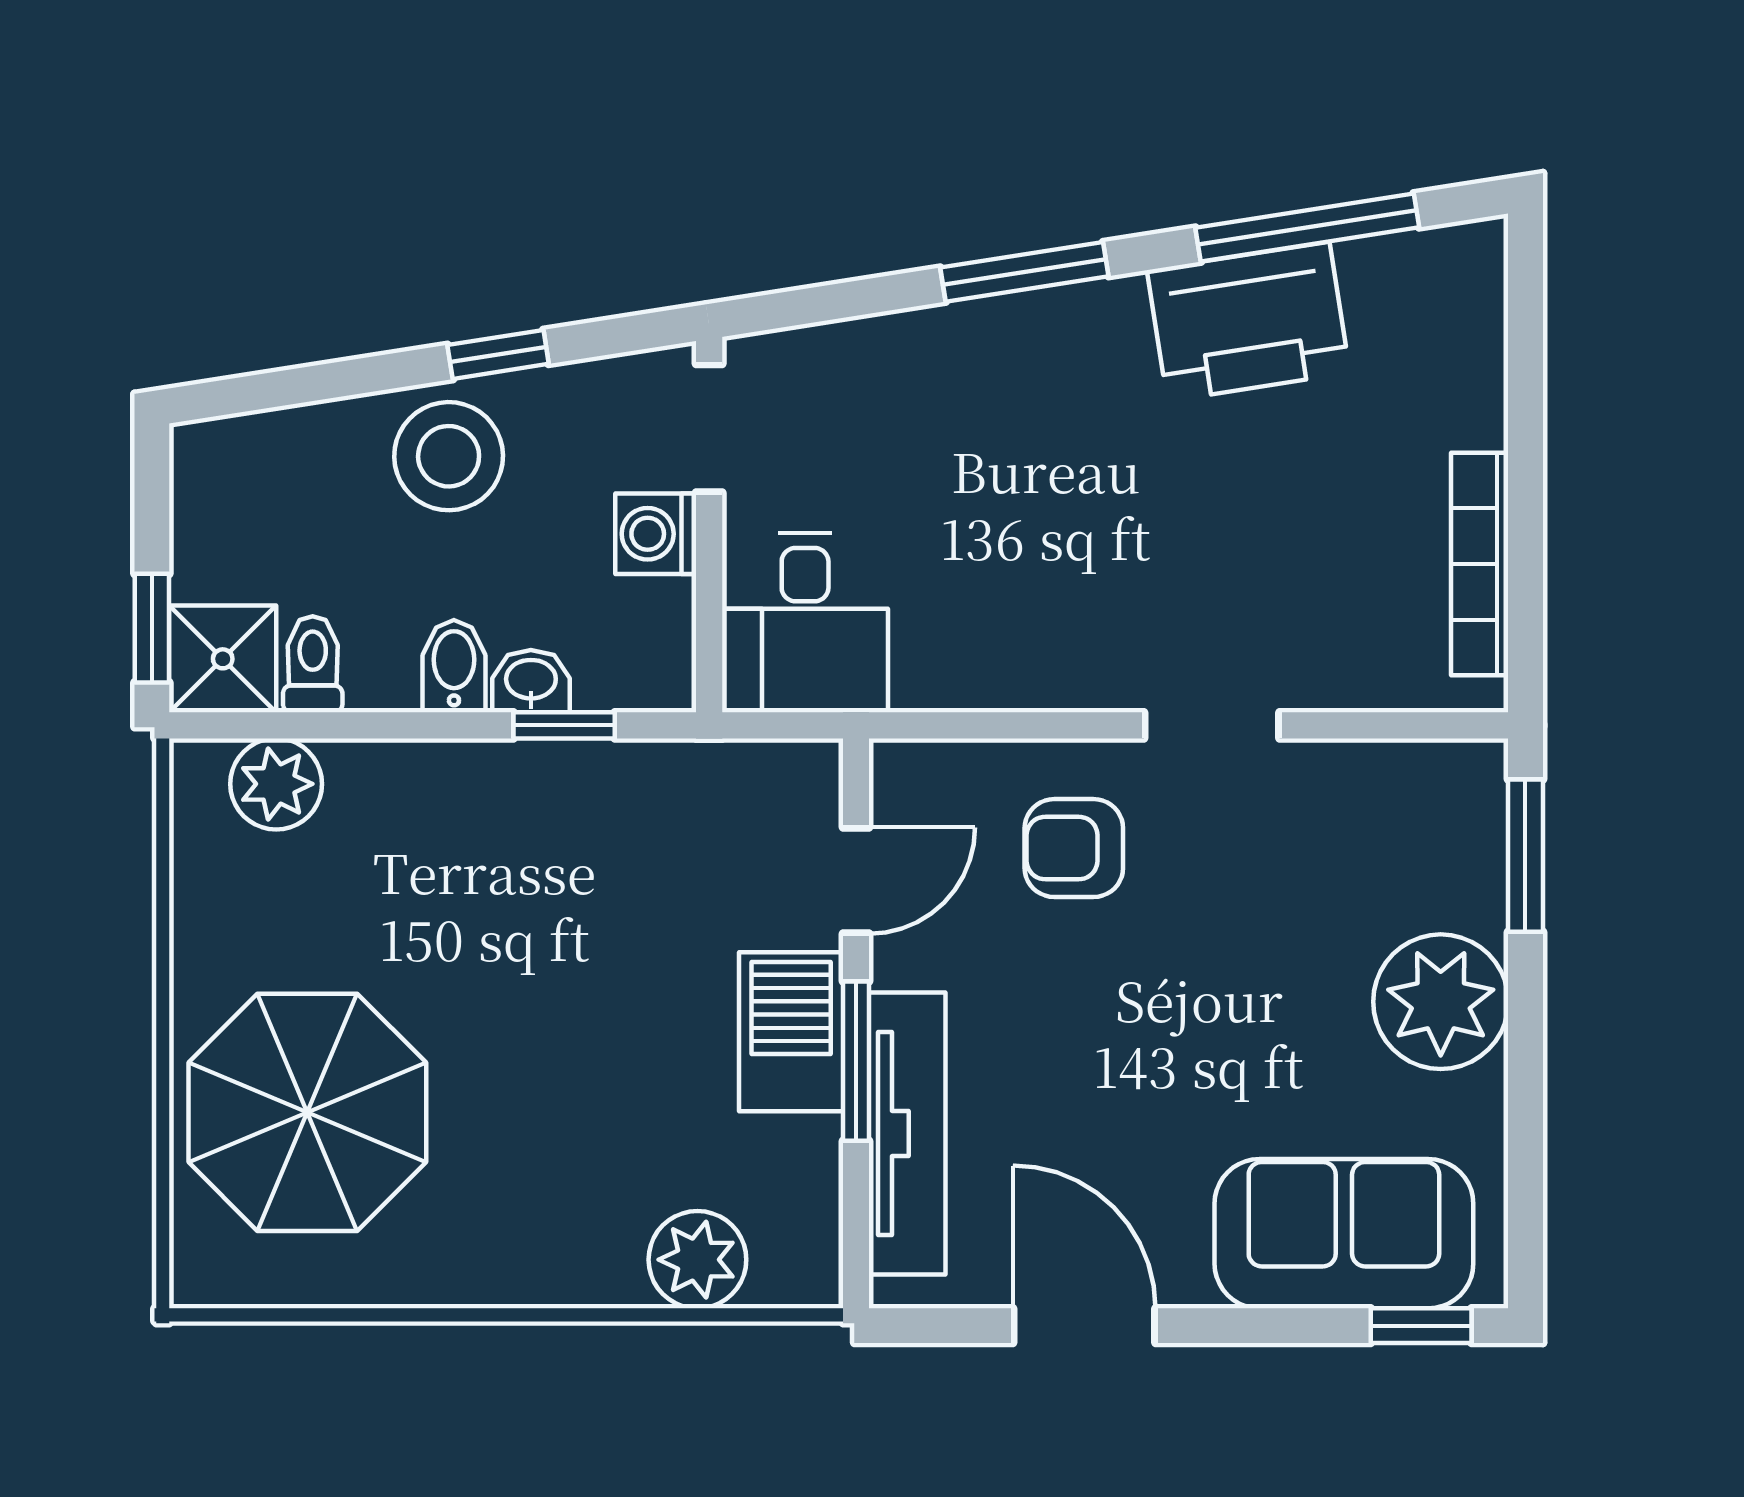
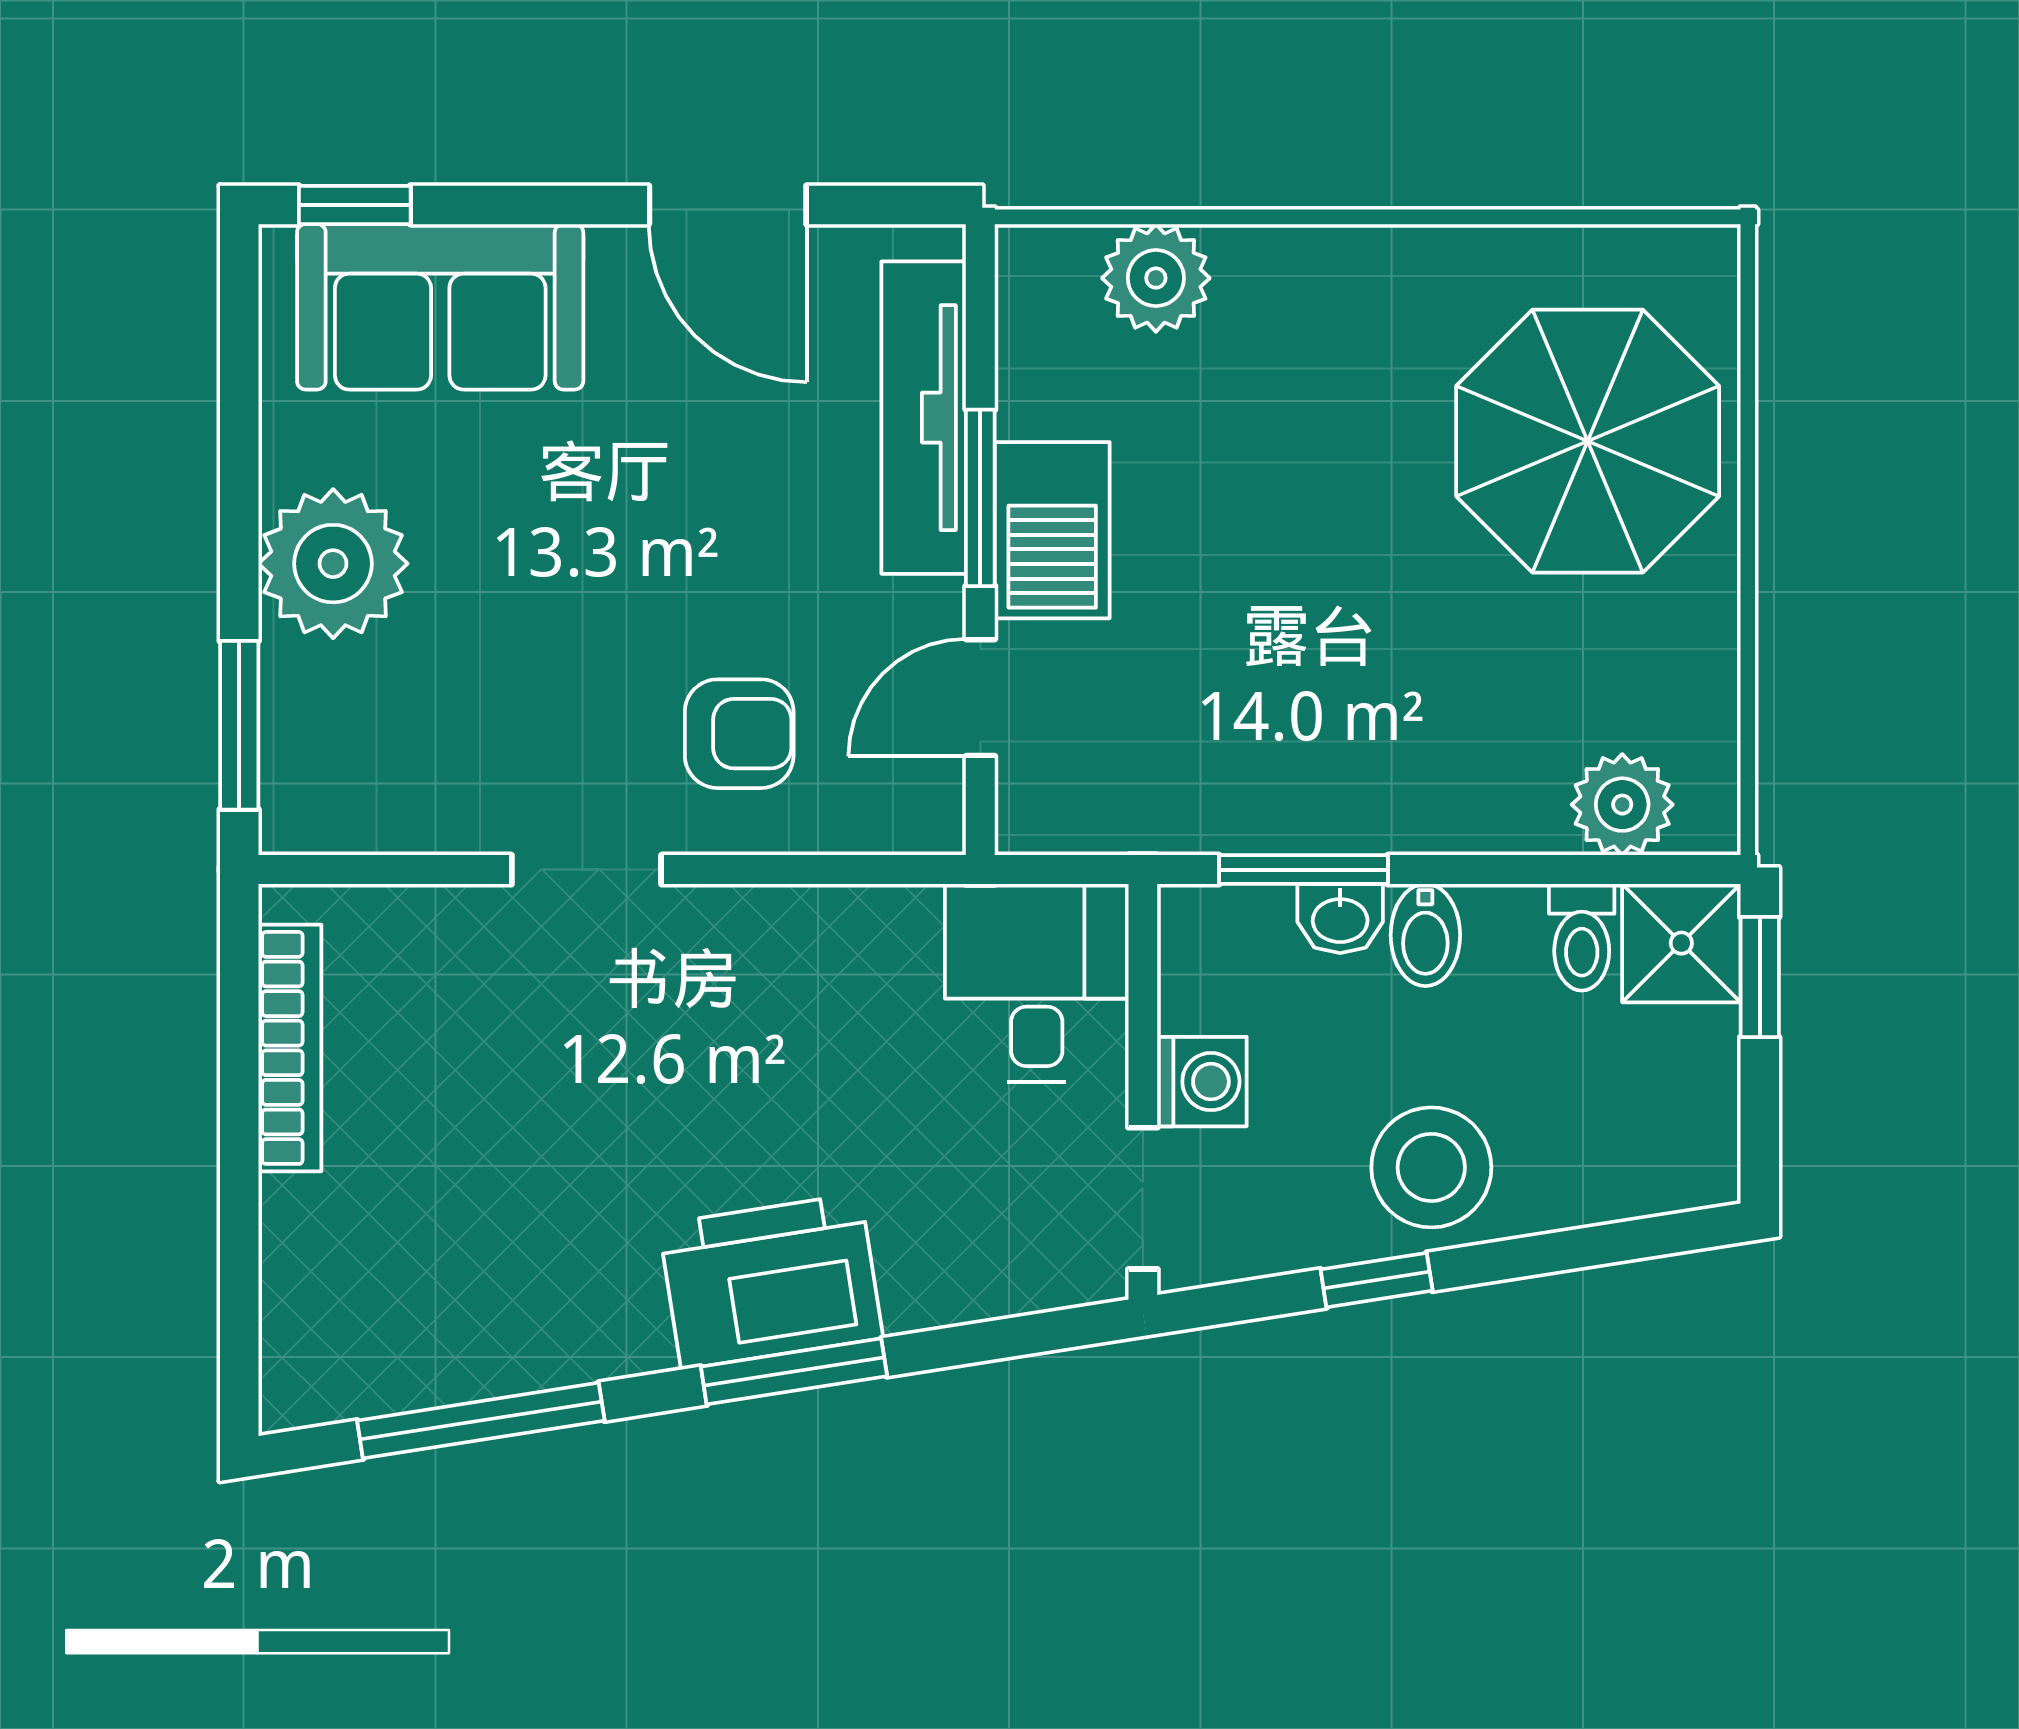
printer: (1248, 321) -> (771, 1281), moved
window: (564, 725) -> (1303, 870), width x1.50

